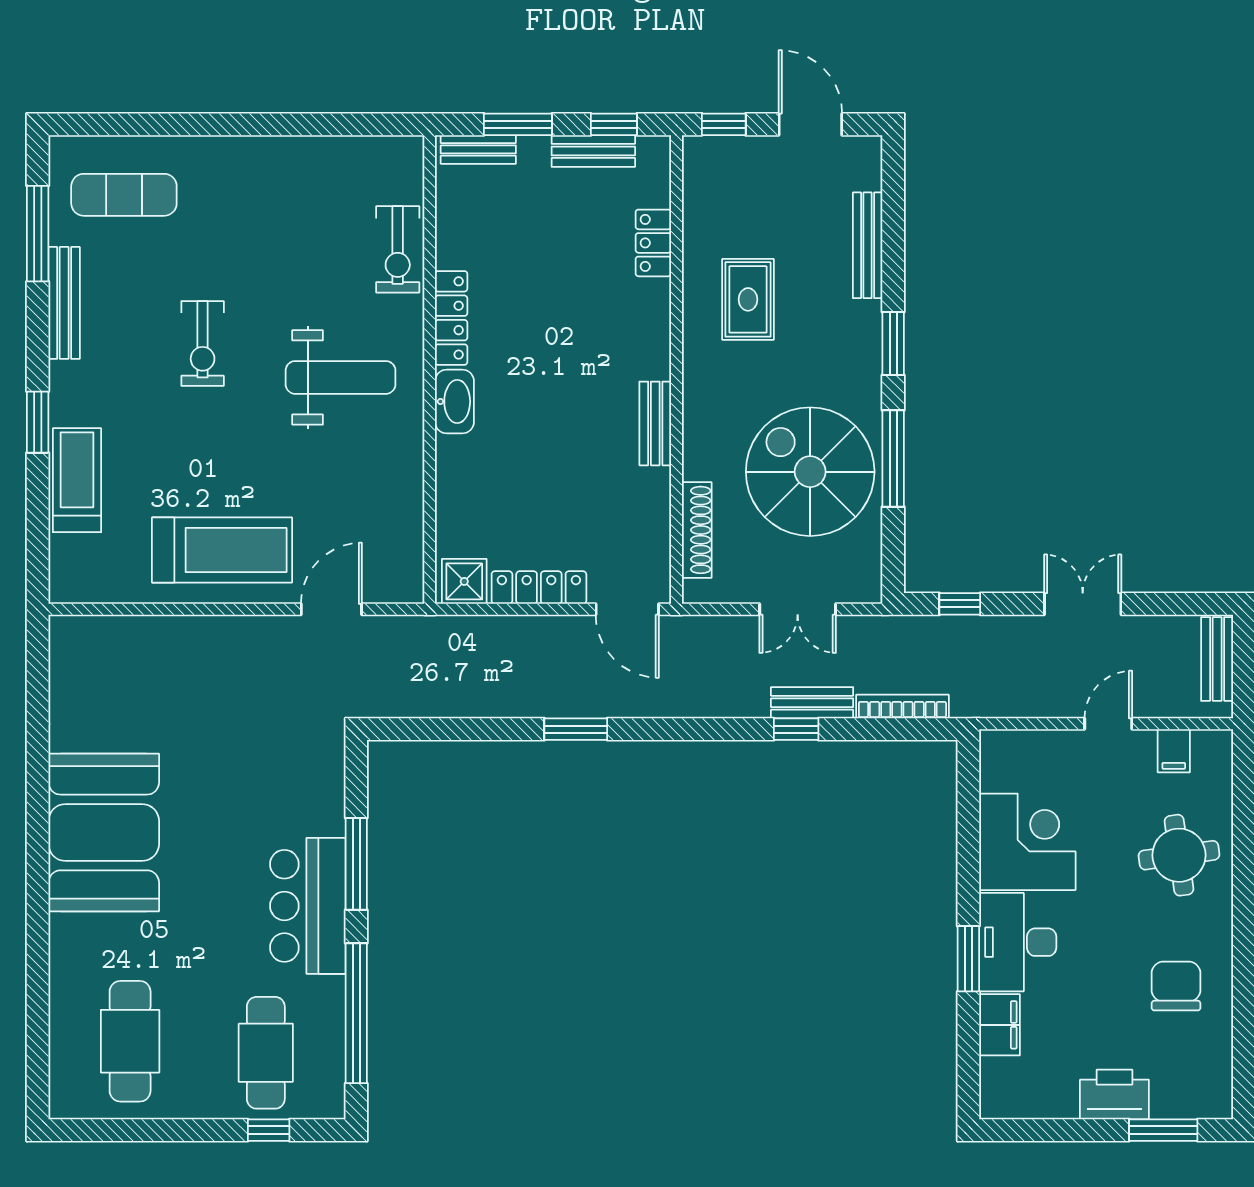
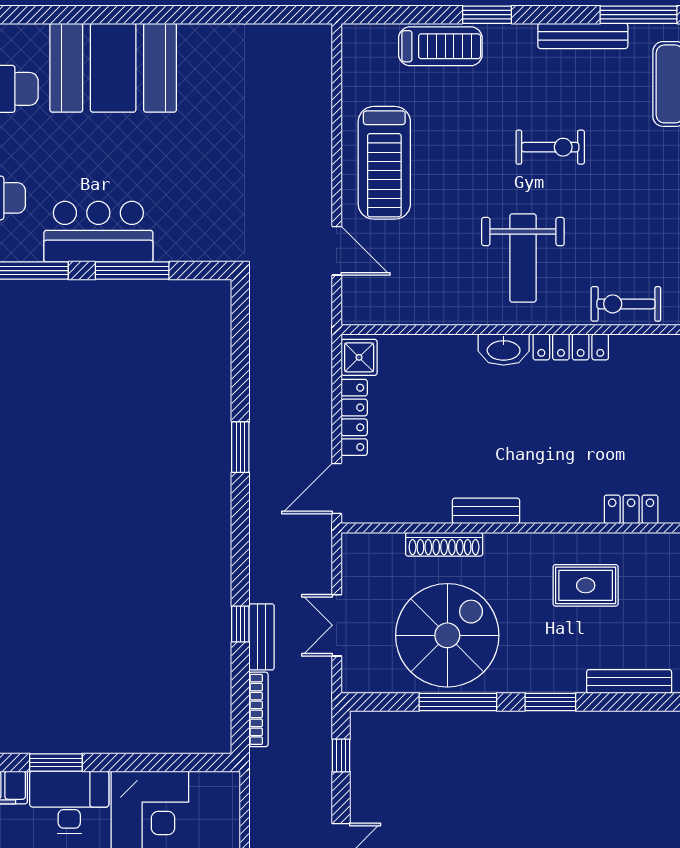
exercise bike: (203, 344) -> (550, 147), turned 180
shoe rack: (697, 530) -> (444, 544), moved
booth: (104, 832) -> (113, 68), moved

